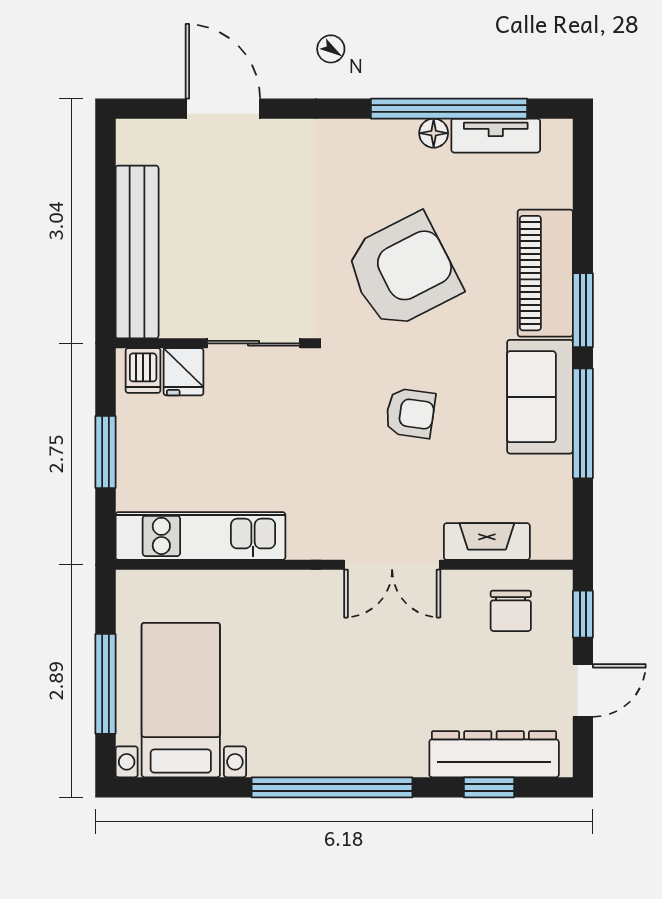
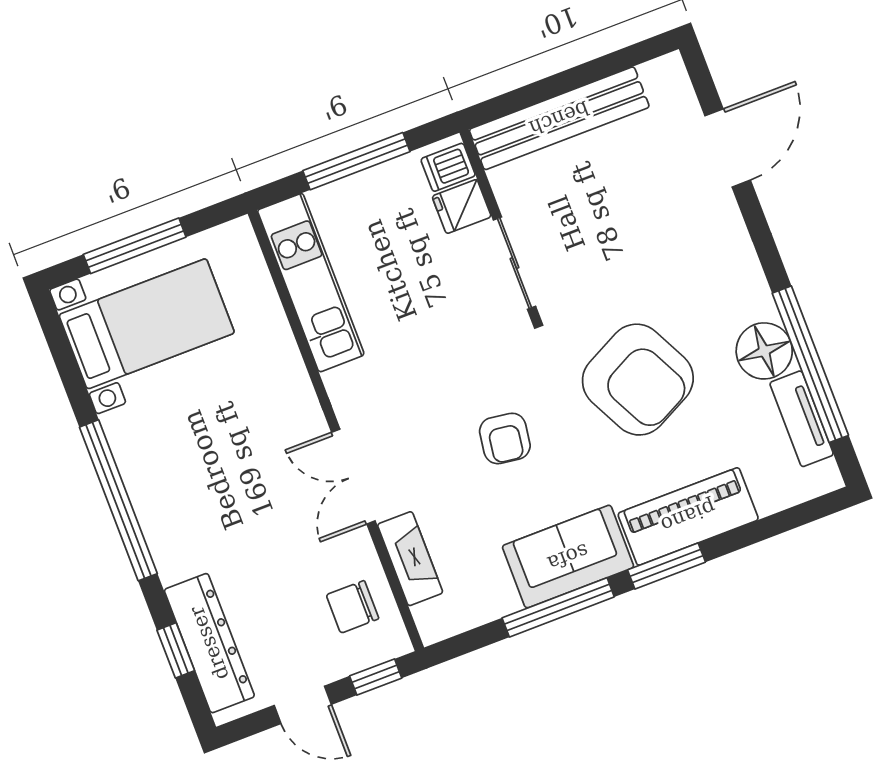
floor lamp: (434, 133) -> (764, 351), width x1.89, depth x1.89
window: (105, 452) -> (356, 161), width x1.44

